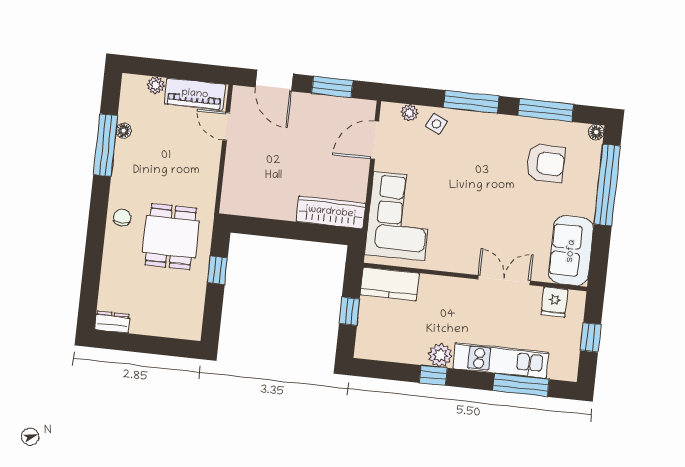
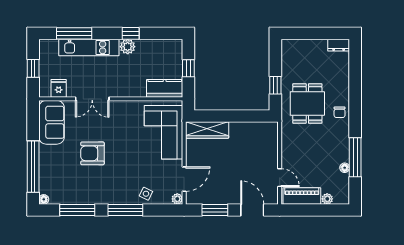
plant: (409, 113) -> (177, 199), moved
armchair: (545, 163) -> (92, 153), moved

